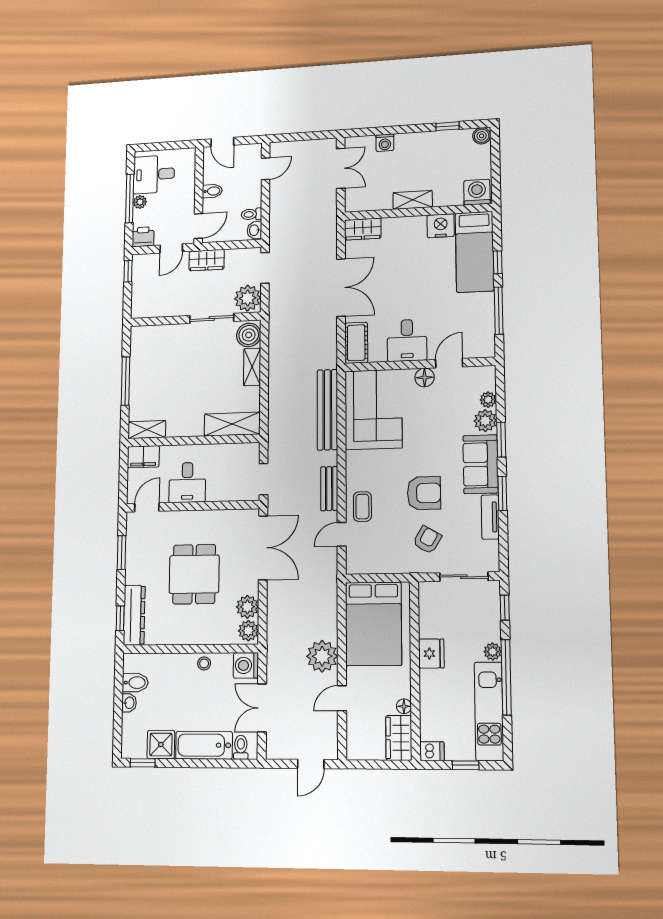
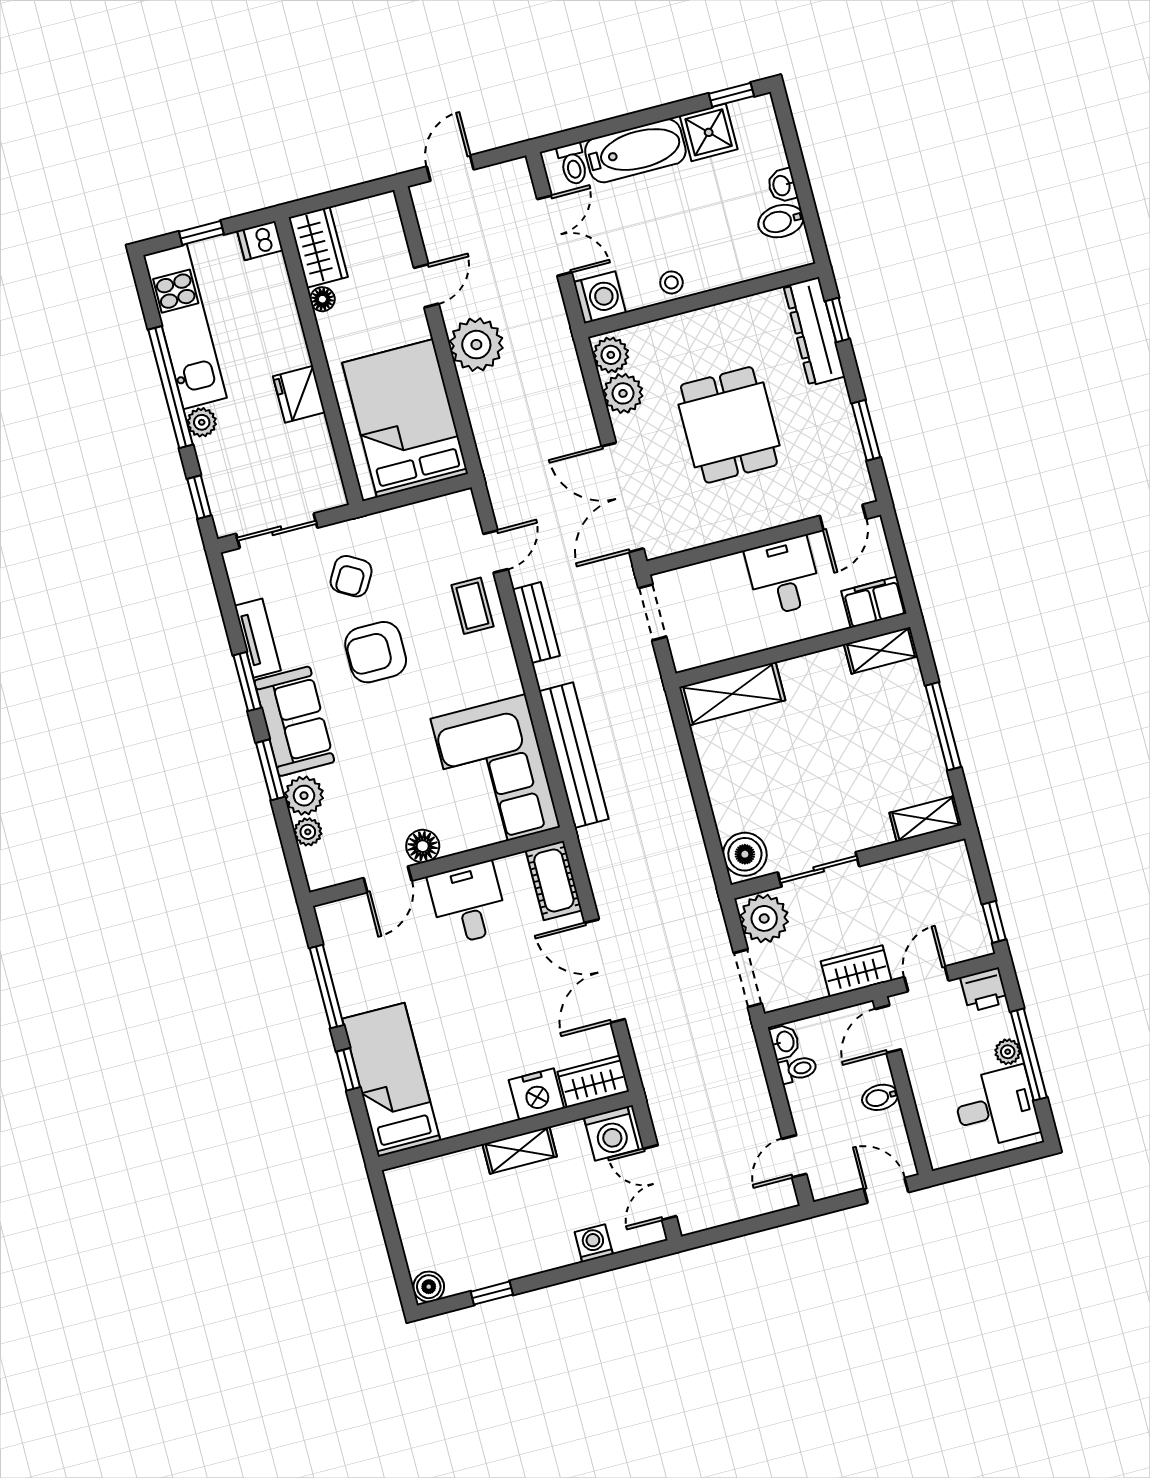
washing machine: (477, 192) -> (611, 1133), moved
nightstand: (441, 226) -> (536, 1094), moved
shelving: (252, 367) -> (926, 819), moved, turned 90

